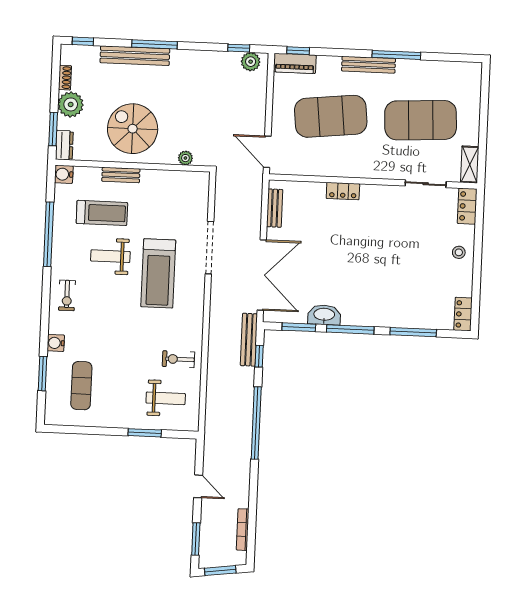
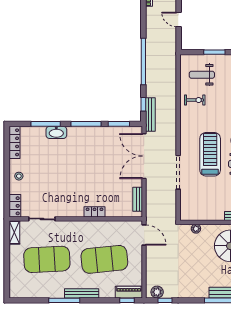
locker: (463, 314) -> (14, 142), width x1.53
washbasin: (324, 315) -> (56, 132), moved

